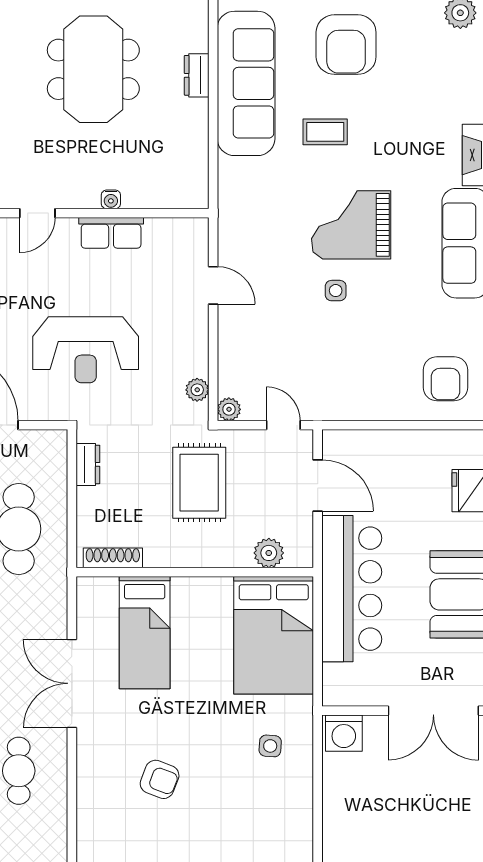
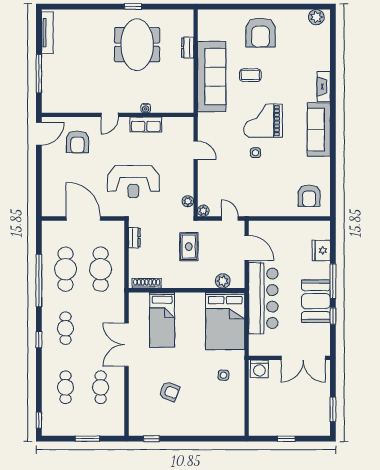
sofa: (246, 83) -> (212, 77), moved
rug: (199, 483) -> (189, 247), width x0.73, depth x0.70

